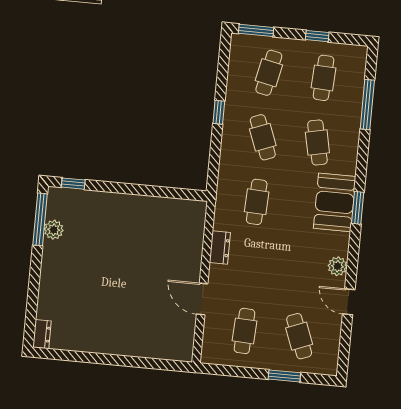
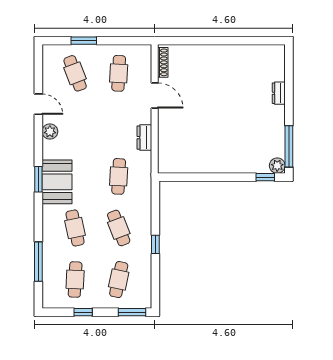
plant: (54, 230) -> (277, 166), moved
dresser: (42, 334) -> (279, 93), moved
shoe rack: (188, 340) -> (163, 62), added

